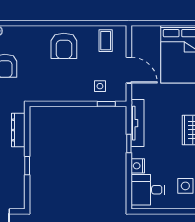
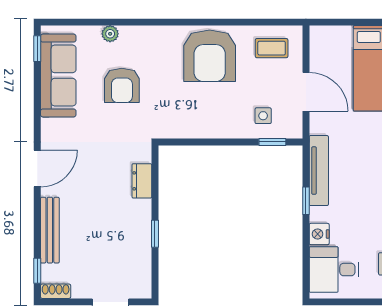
coffee table: (106, 41) -> (272, 48), turned 90
armchair: (64, 46) -> (210, 56), width x1.36, depth x1.36
dresser: (18, 130) -> (142, 181), width x0.70

